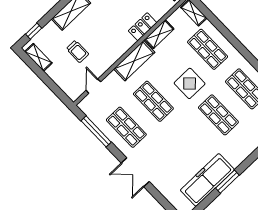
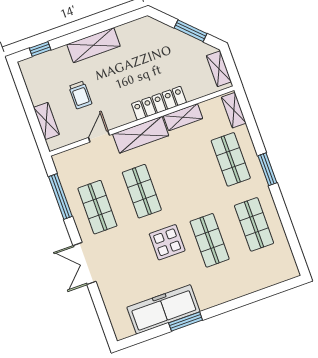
locker: (143, 27) -> (159, 103), width x1.53
window: (237, 45) -> (267, 169), added
shelving: (38, 57) -> (46, 121), moved
display table: (190, 83) -> (167, 242), moved
door: (93, 86) -> (99, 136), moved

